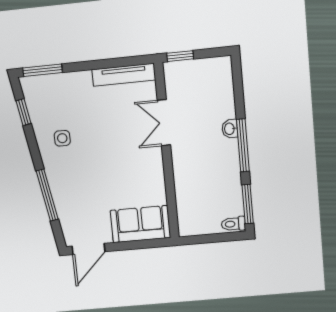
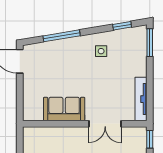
double door: (164, 123) -> (105, 124), swing flipped
sofa: (140, 224) -> (64, 109), moved, turned -90

